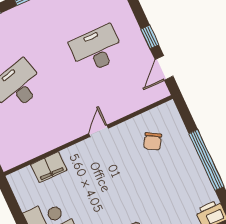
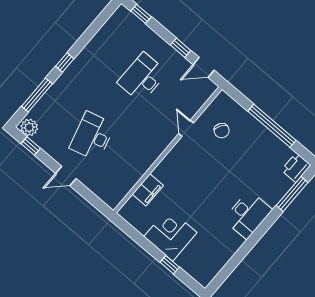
door: (164, 68) -> (204, 67), hinge flipped
door: (98, 131) -> (186, 128), moved

